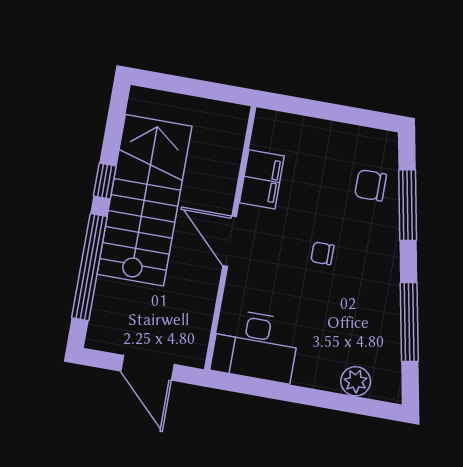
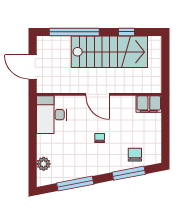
filing cabinet: (262, 179) -> (149, 104), moved
window: (105, 181) -> (127, 32), moved
door: (230, 241) -> (98, 94), swing flipped
door: (148, 368) -> (33, 67), hinge flipped

